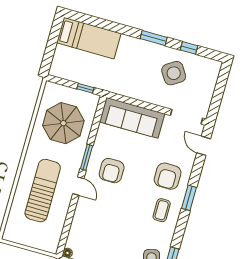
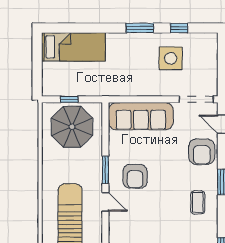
side table: (174, 73) -> (171, 58), turned 33
window: (85, 88) -> (69, 99), moved
parasol: (63, 123) -> (72, 127), moved
armchair: (168, 176) -> (202, 152), moved

